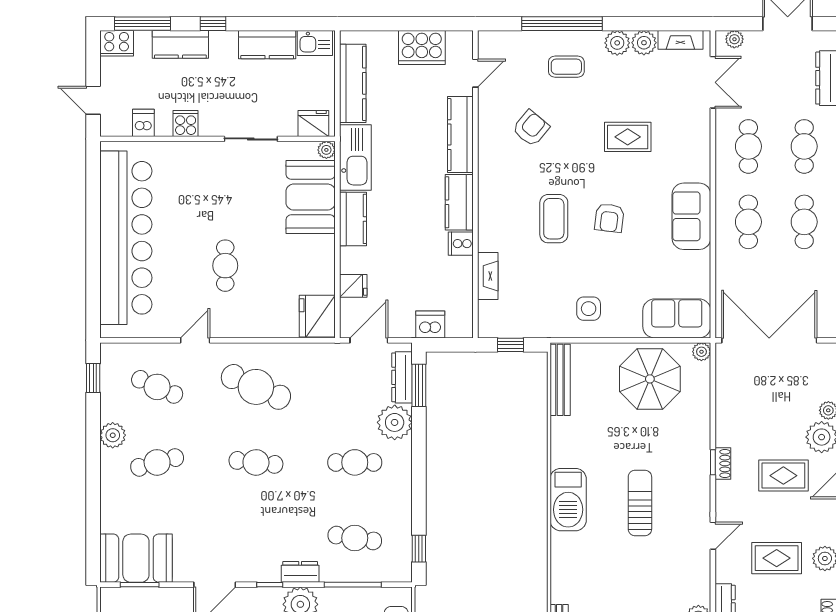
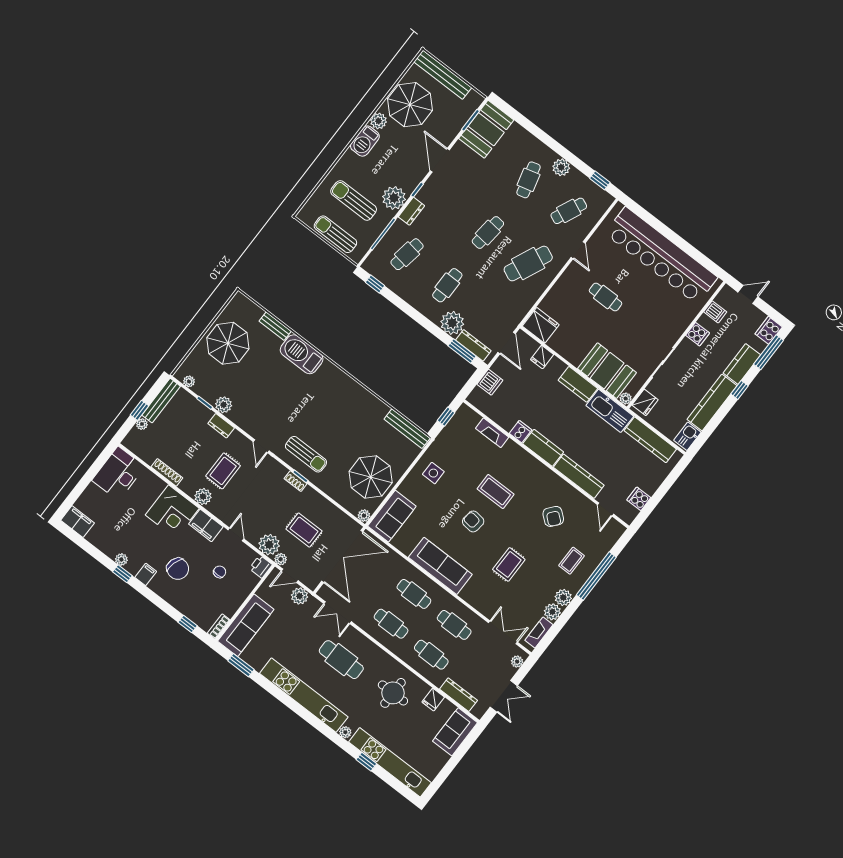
kitchen counter: (267, 45) -> (712, 403), width x1.50
cooker: (422, 47) -> (639, 499), width x0.53, depth x0.76
double door: (713, 82) -> (503, 632), swing flipped
sofa: (691, 216) -> (440, 566), width x1.36
rug: (783, 476) -> (304, 530), moved, turned 90
barbecue: (568, 500) -> (302, 354), moved
sun lounger: (640, 503) -> (306, 454), moved

